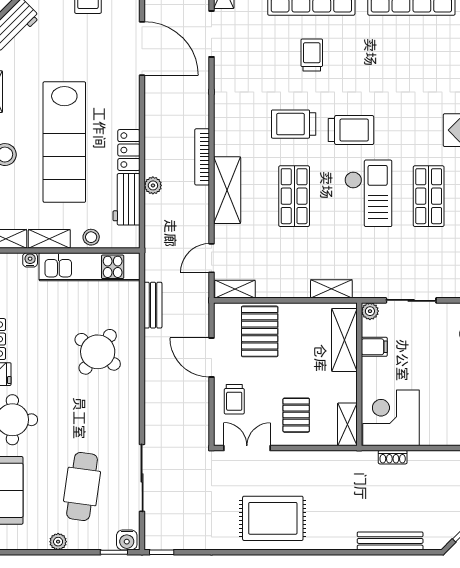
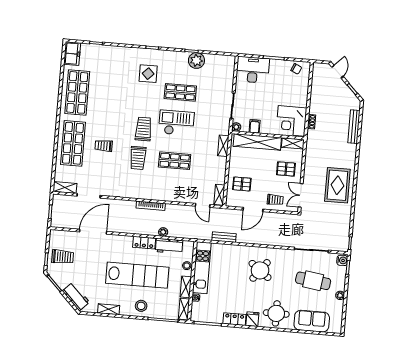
shelving: (227, 190) -> (169, 194), removed
pallet: (260, 331) -> (242, 184), width x0.67, depth x0.71
shelving: (344, 340) -> (257, 142), width x1.47
round table: (98, 352) -> (260, 270), moved

